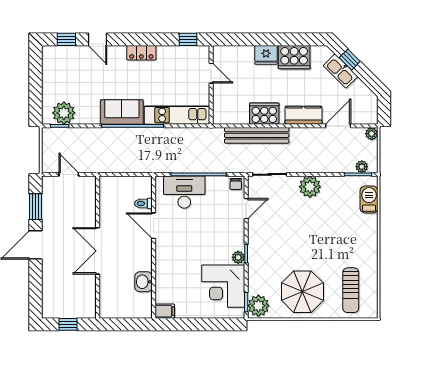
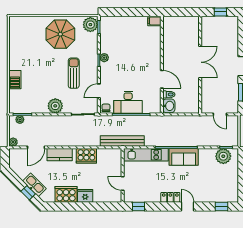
door: (98, 39) -> (188, 206), moved
bench: (257, 135) -> (122, 141), moved
desk: (184, 192) -> (128, 102), moved
barbecue: (369, 199) -> (15, 80), moved
washbasin: (143, 282) -> (169, 106), moved
corner desk: (223, 286) -> (114, 38), removed
sun lounger: (351, 290) -> (74, 73), moved

